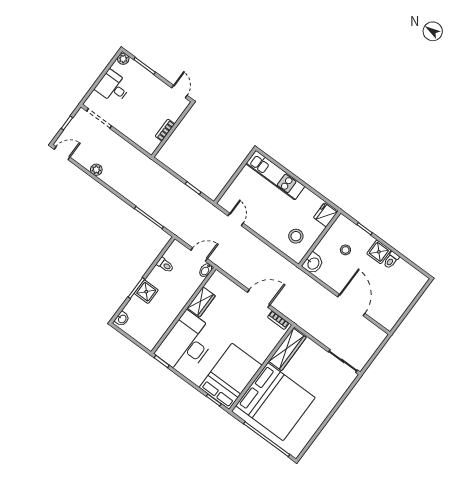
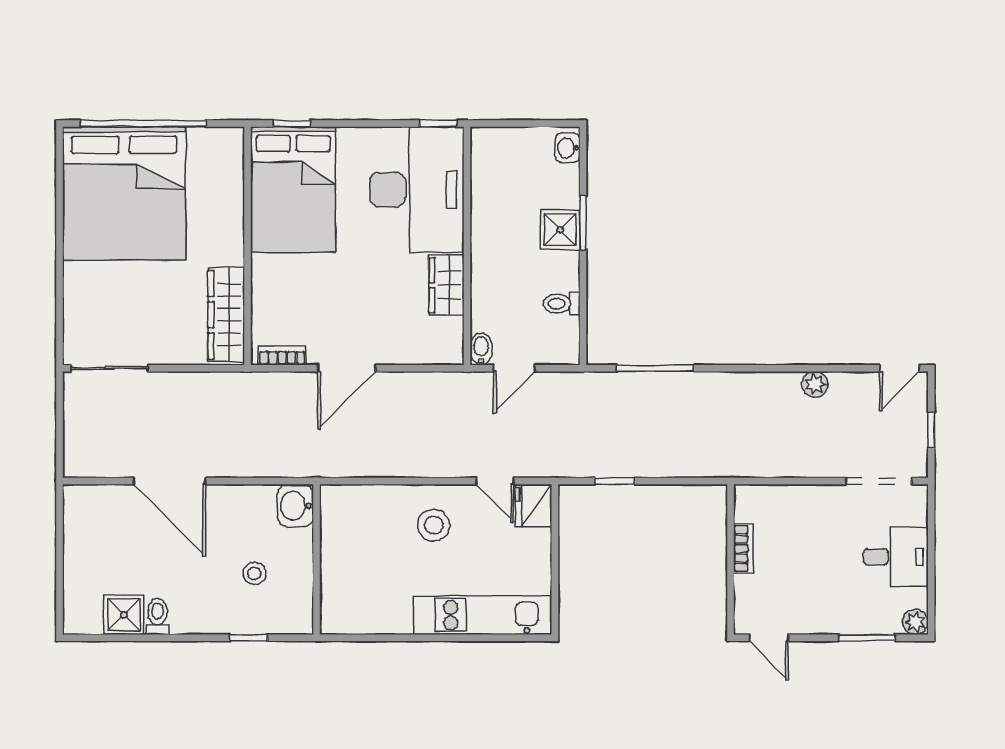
fridge: (325, 215) -> (533, 505), moved, turned 180
stool: (296, 236) -> (434, 525), moved
shower: (379, 252) -> (124, 615), moved
bed: (275, 402) -> (124, 194), moved, turned -90

